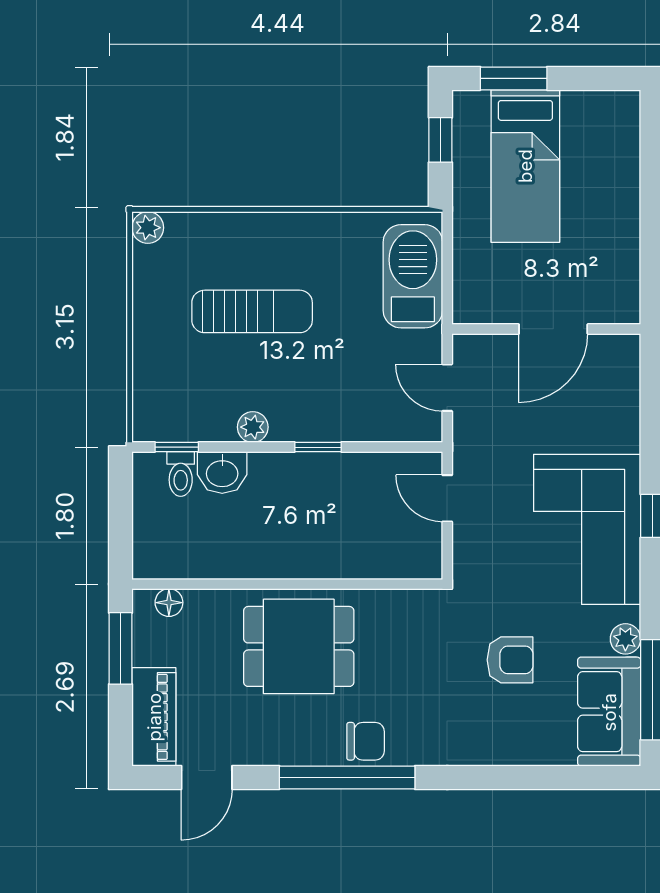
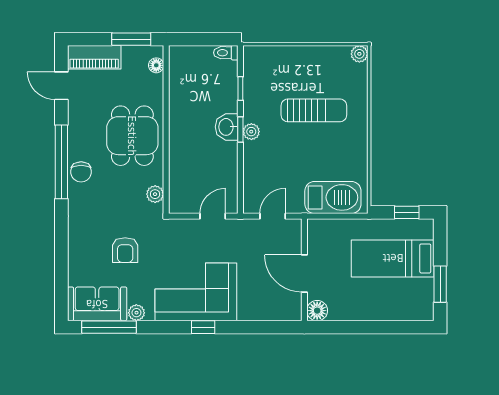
window: (514, 78) -> (440, 284), moved
floor lamp: (622, 305) -> (317, 311), added
sun lounger: (252, 311) -> (314, 110), turned -90
plant: (253, 427) -> (251, 132), moved
window: (177, 447) -> (240, 89), moved
window: (318, 447) -> (240, 130), moved
washbasin: (222, 472) -> (227, 127), moved
toilet: (181, 474) -> (226, 53), moved
plant: (407, 605) -> (155, 194), added

